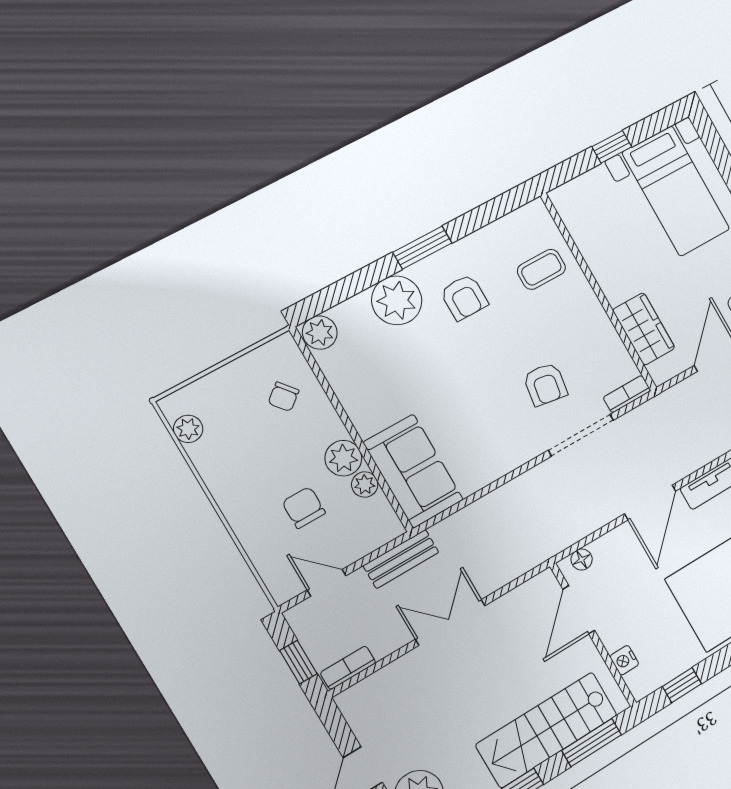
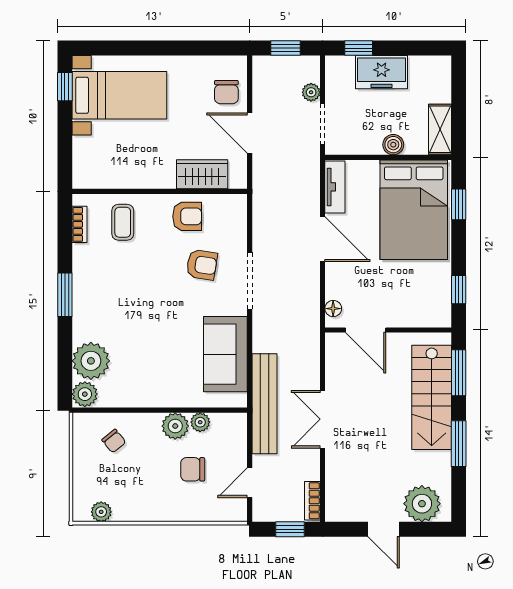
window: (612, 147) -> (65, 87), moved
armchair: (464, 297) -> (187, 216), moved
plant: (397, 300) -> (91, 361), moved
bookcase: (627, 394) -> (80, 224), moved, turned 180
doorway: (581, 435) -> (250, 281), moved
sofa: (413, 471) -> (225, 354), moved, turned -90
bench: (401, 559) -> (265, 404), width x1.86, depth x1.21
nightstand: (624, 660) -> (418, 319), removed

